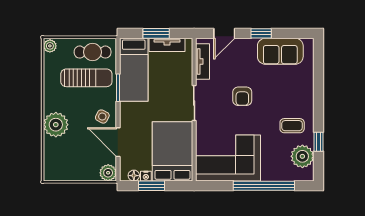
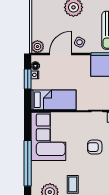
bed: (173, 151) -> (53, 100), width x0.67

